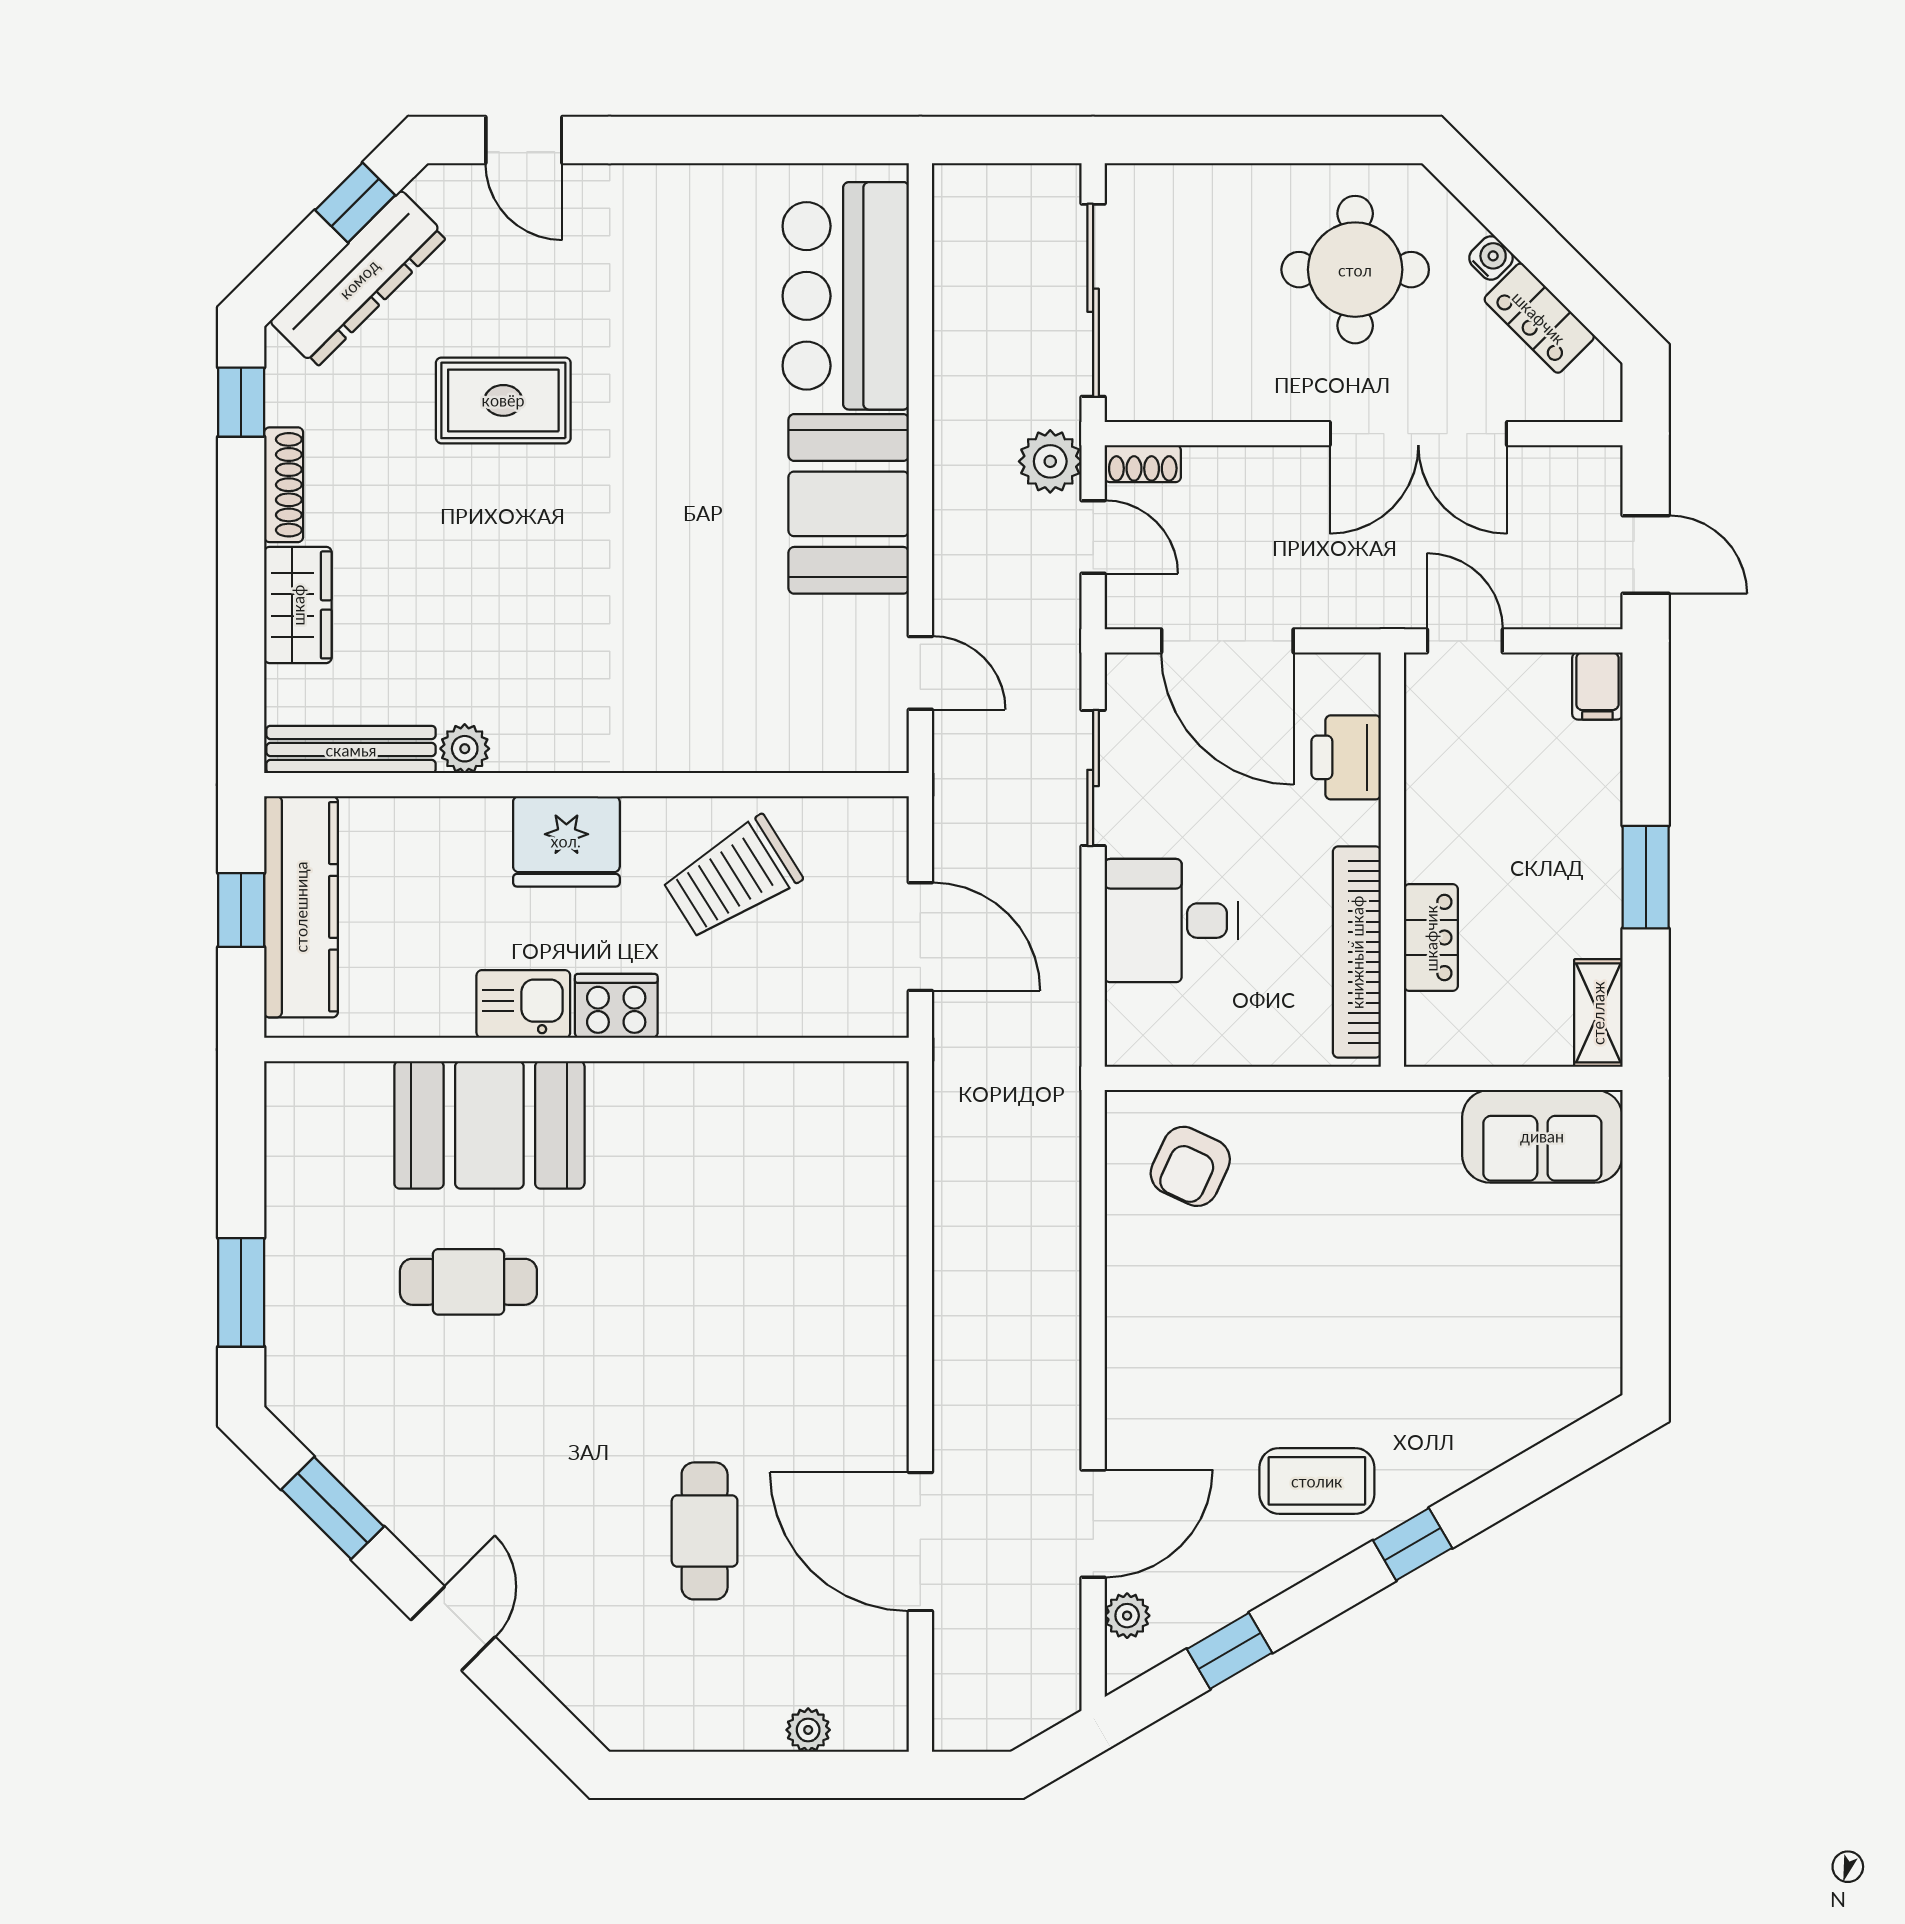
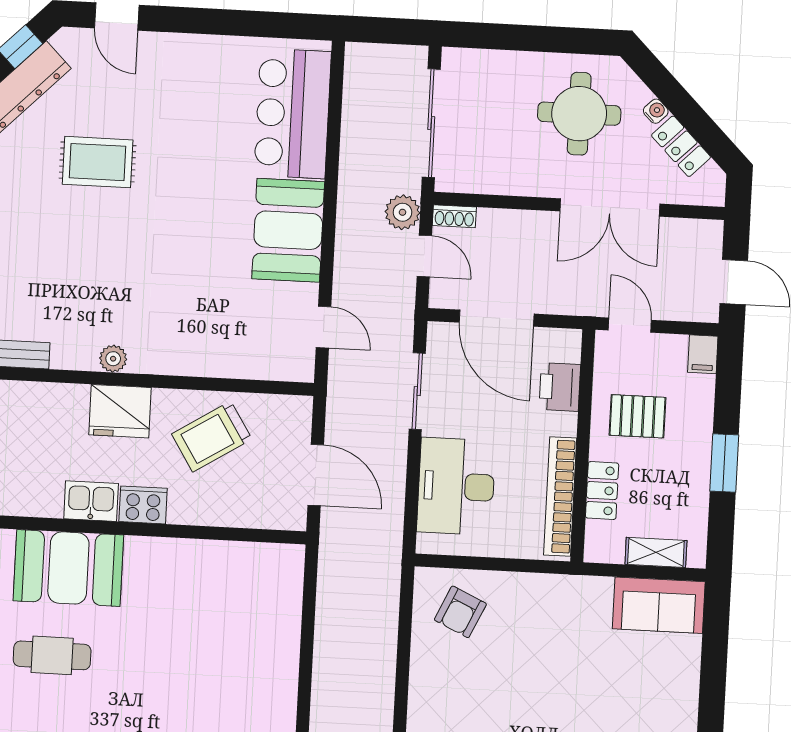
plant: (465, 749) -> (113, 359), moved
pallet: (1487, 802) -> (637, 416), added
desk: (1171, 921) -> (456, 486), width x1.37
shelving: (1598, 1013) -> (656, 552), moved, turned 90

